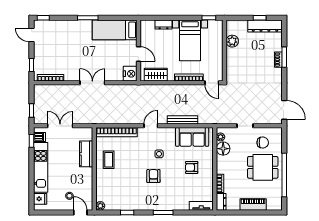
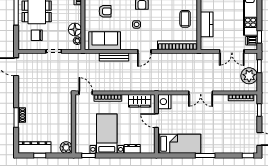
plant: (232, 41) -> (66, 147), moved
plant: (42, 100) -> (249, 76), added

